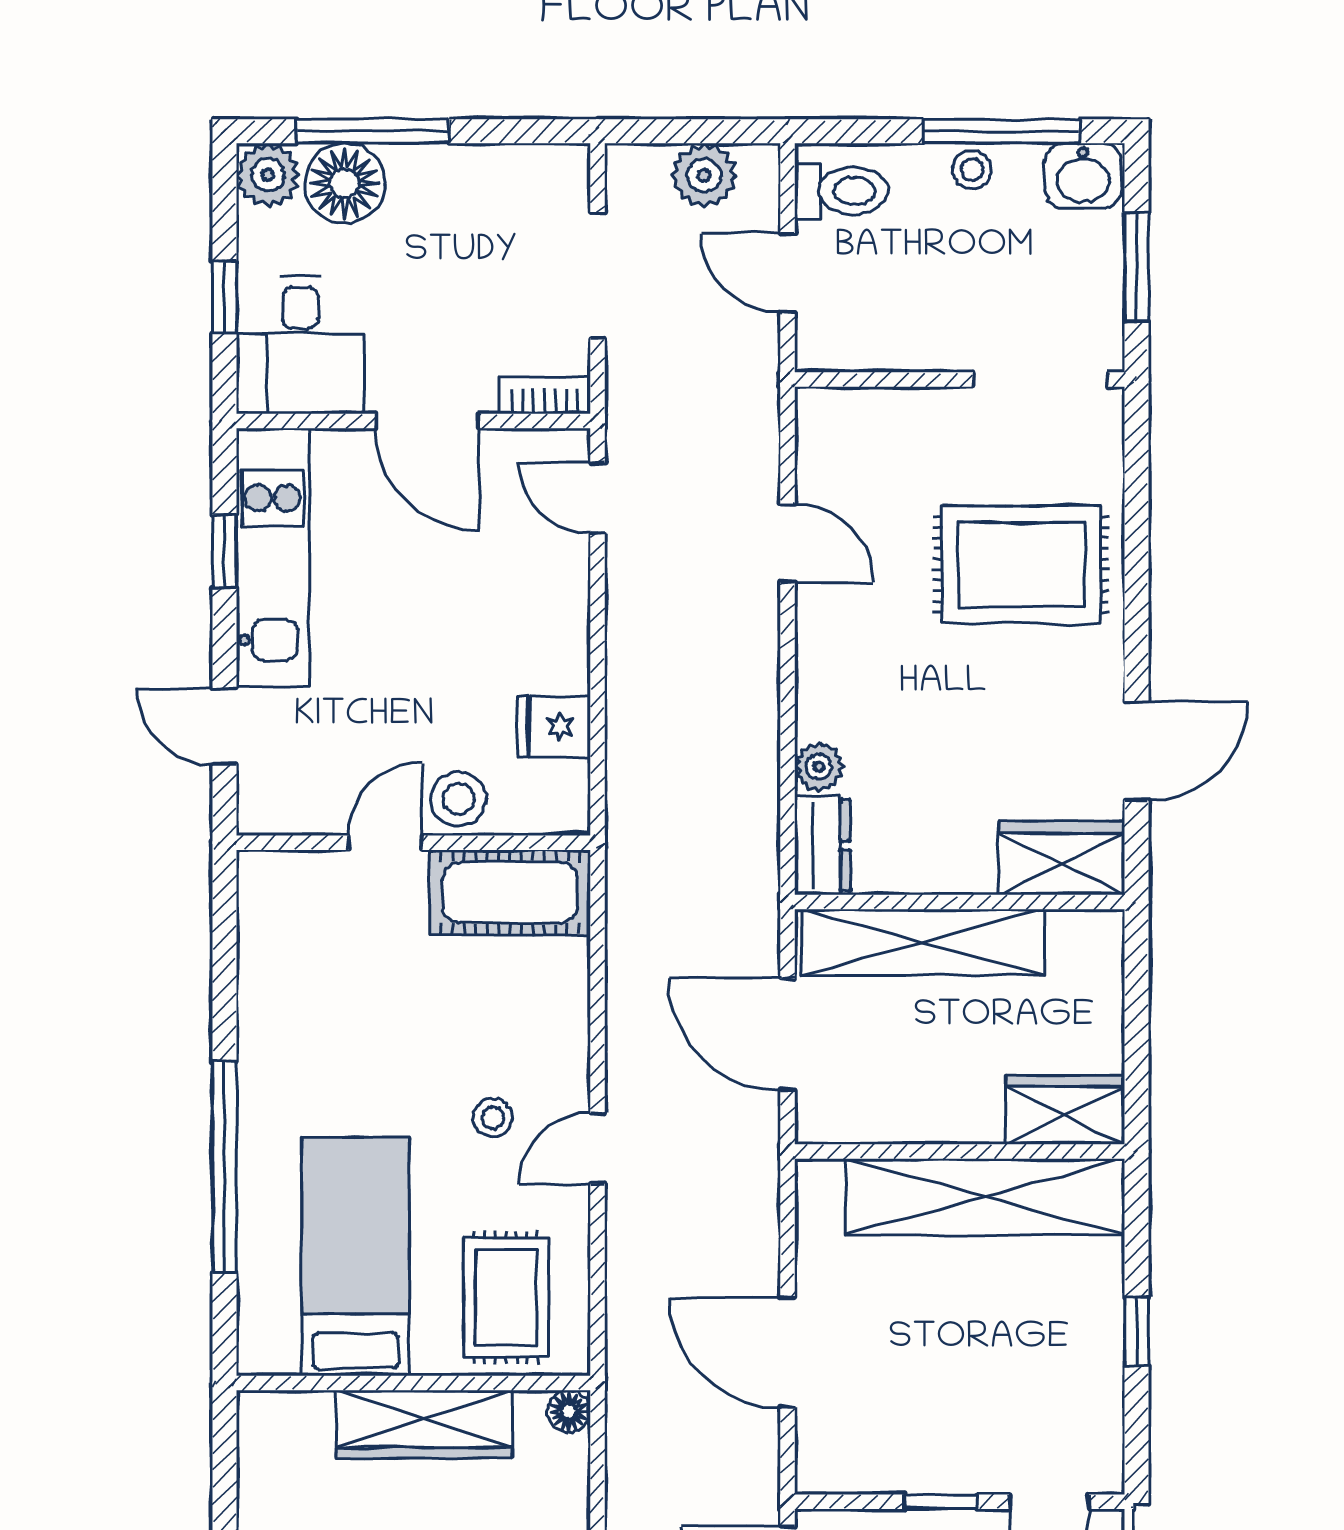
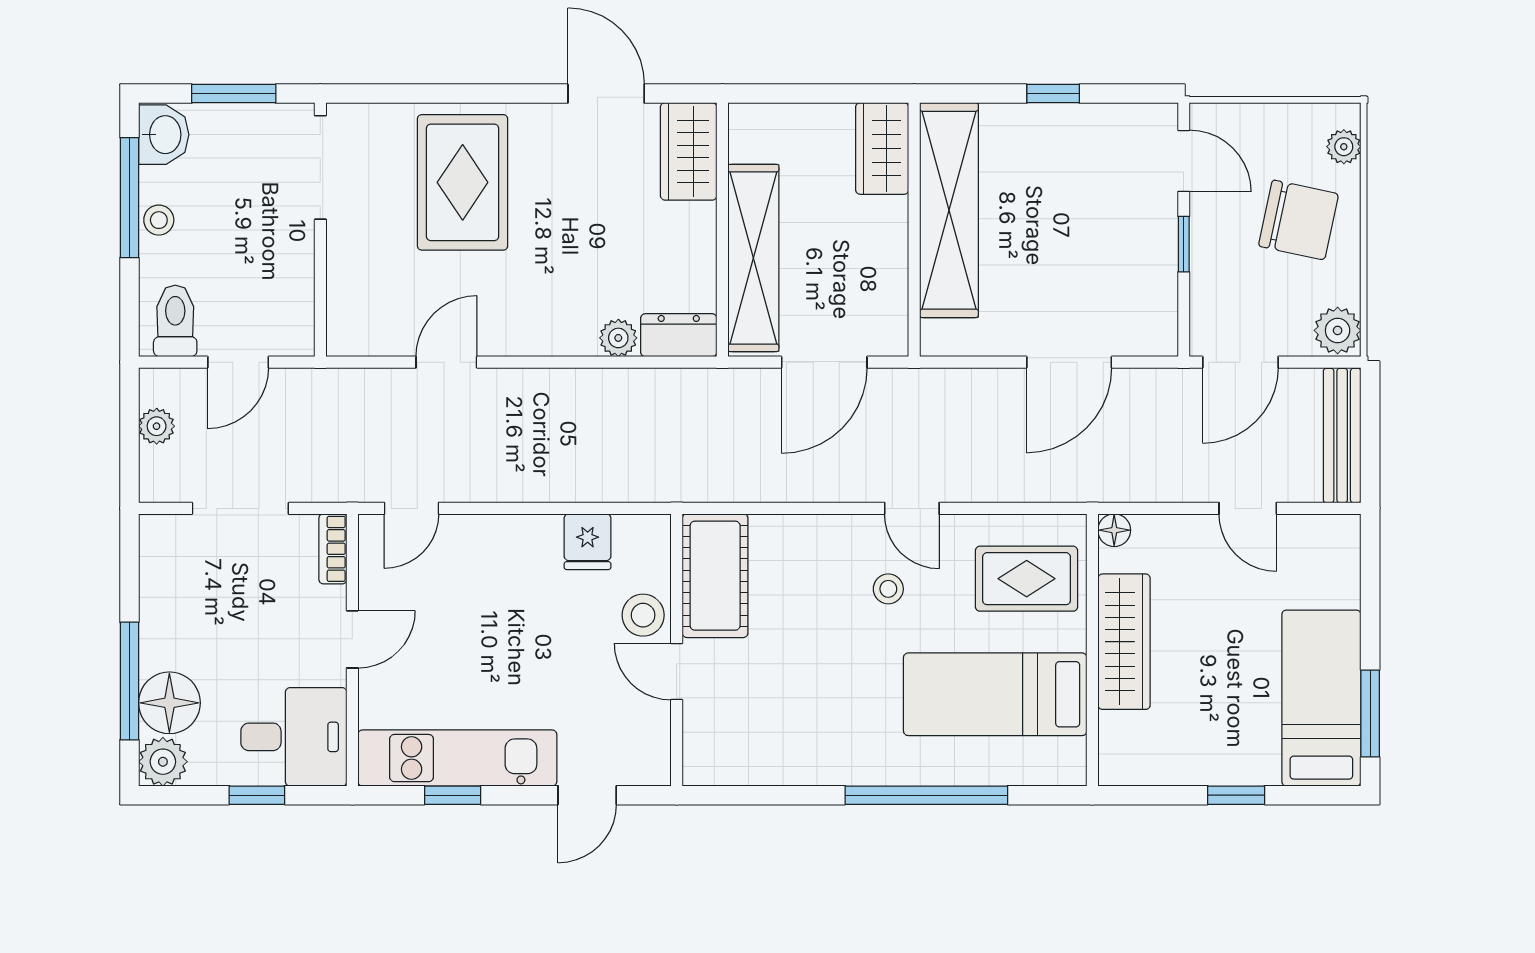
plant: (704, 175) -> (157, 426), width x0.73, depth x0.73
door: (427, 421) -> (352, 639), width x0.73

